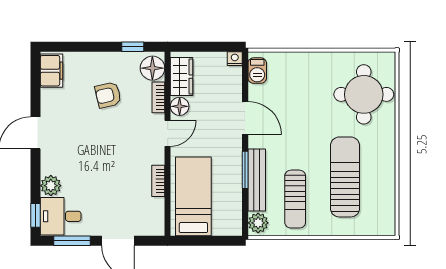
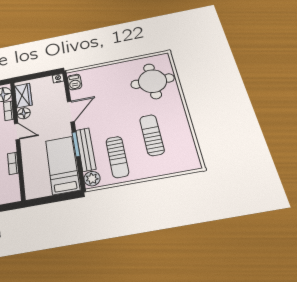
door: (245, 118) -> (71, 112), hinge flipped
door: (168, 133) -> (17, 131), hinge flipped
sun lounger: (345, 177) -> (152, 135), width x0.73, depth x0.75
bed: (193, 196) -> (62, 165), moved

